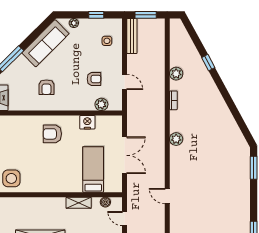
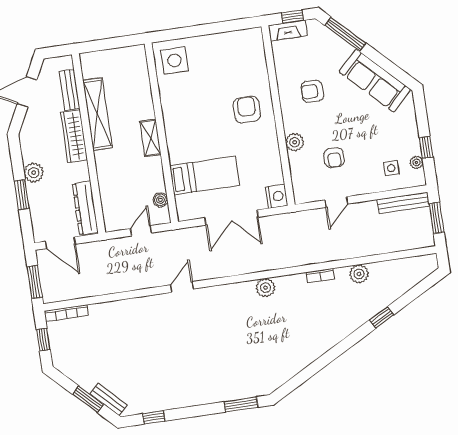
plant: (74, 23) -> (416, 162), moved
plant: (101, 104) -> (295, 142), moved
nightstand: (87, 122) -> (277, 196), moved
shelving: (79, 203) -> (150, 138), moved

